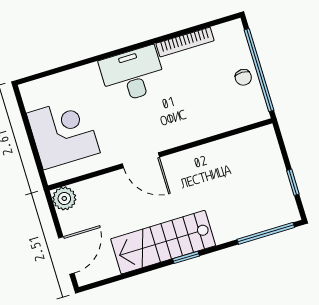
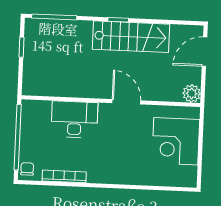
desk: (133, 75) -> (74, 119), moved, turned 180
chair: (243, 77) -> (27, 169), moved

